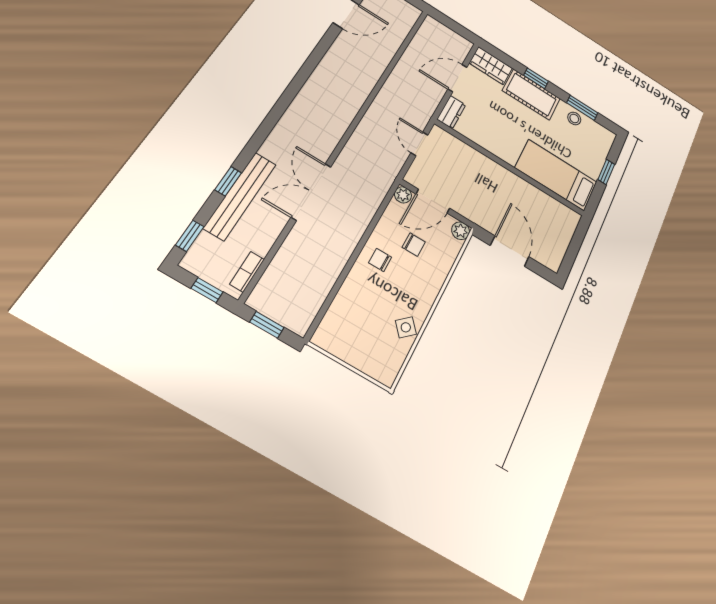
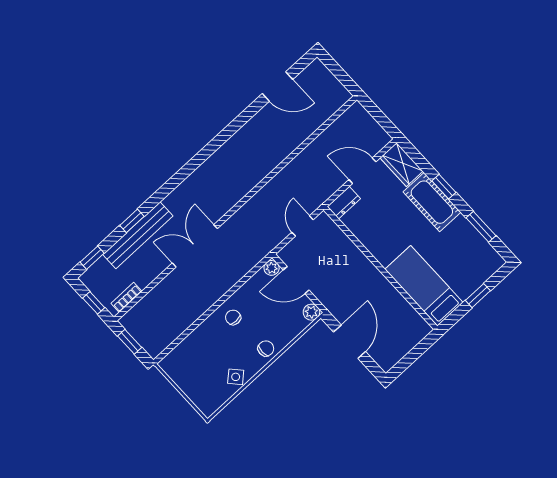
stool: (574, 118) -> (467, 236), removed
chair: (414, 245) -> (266, 348), moved, turned -90

